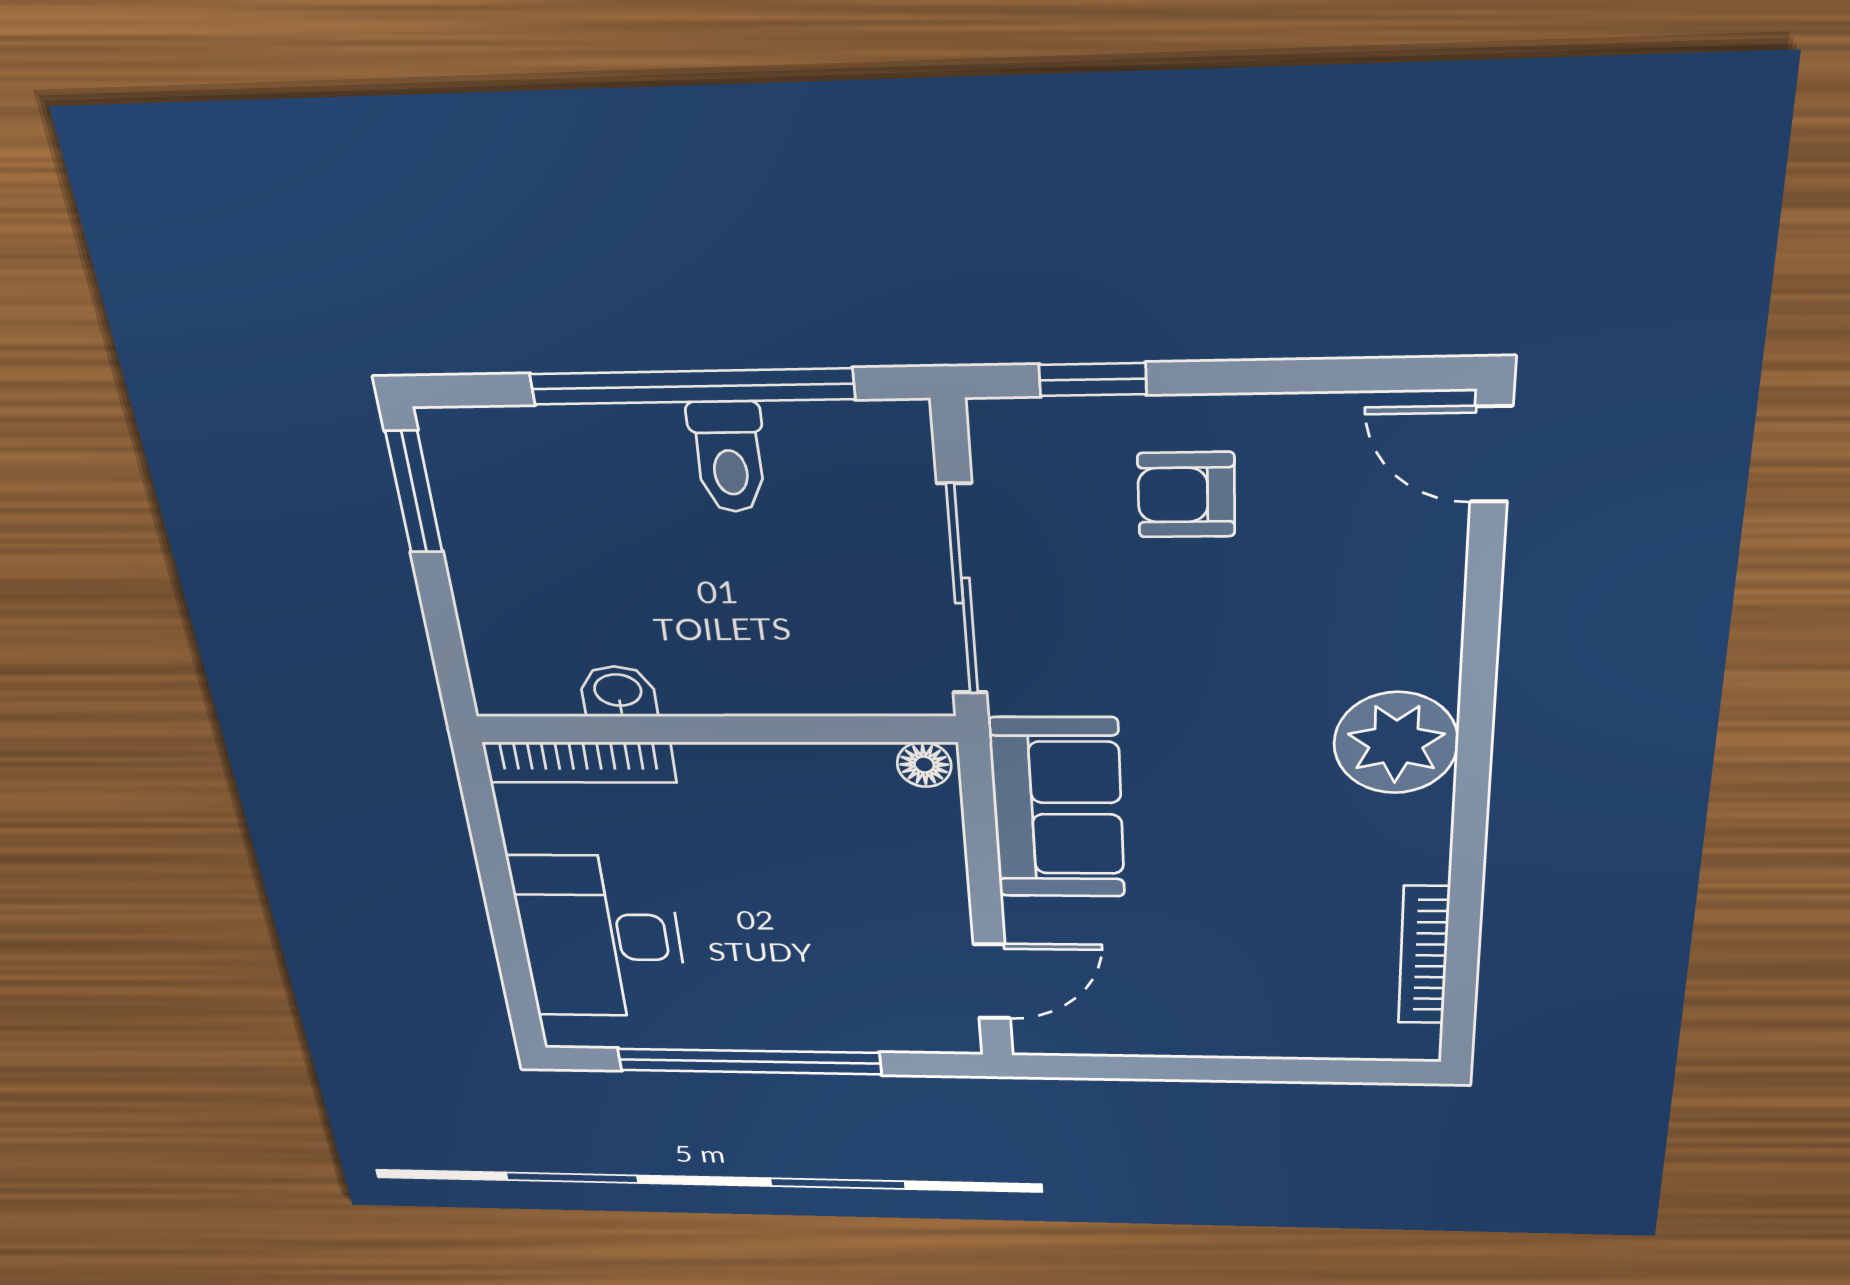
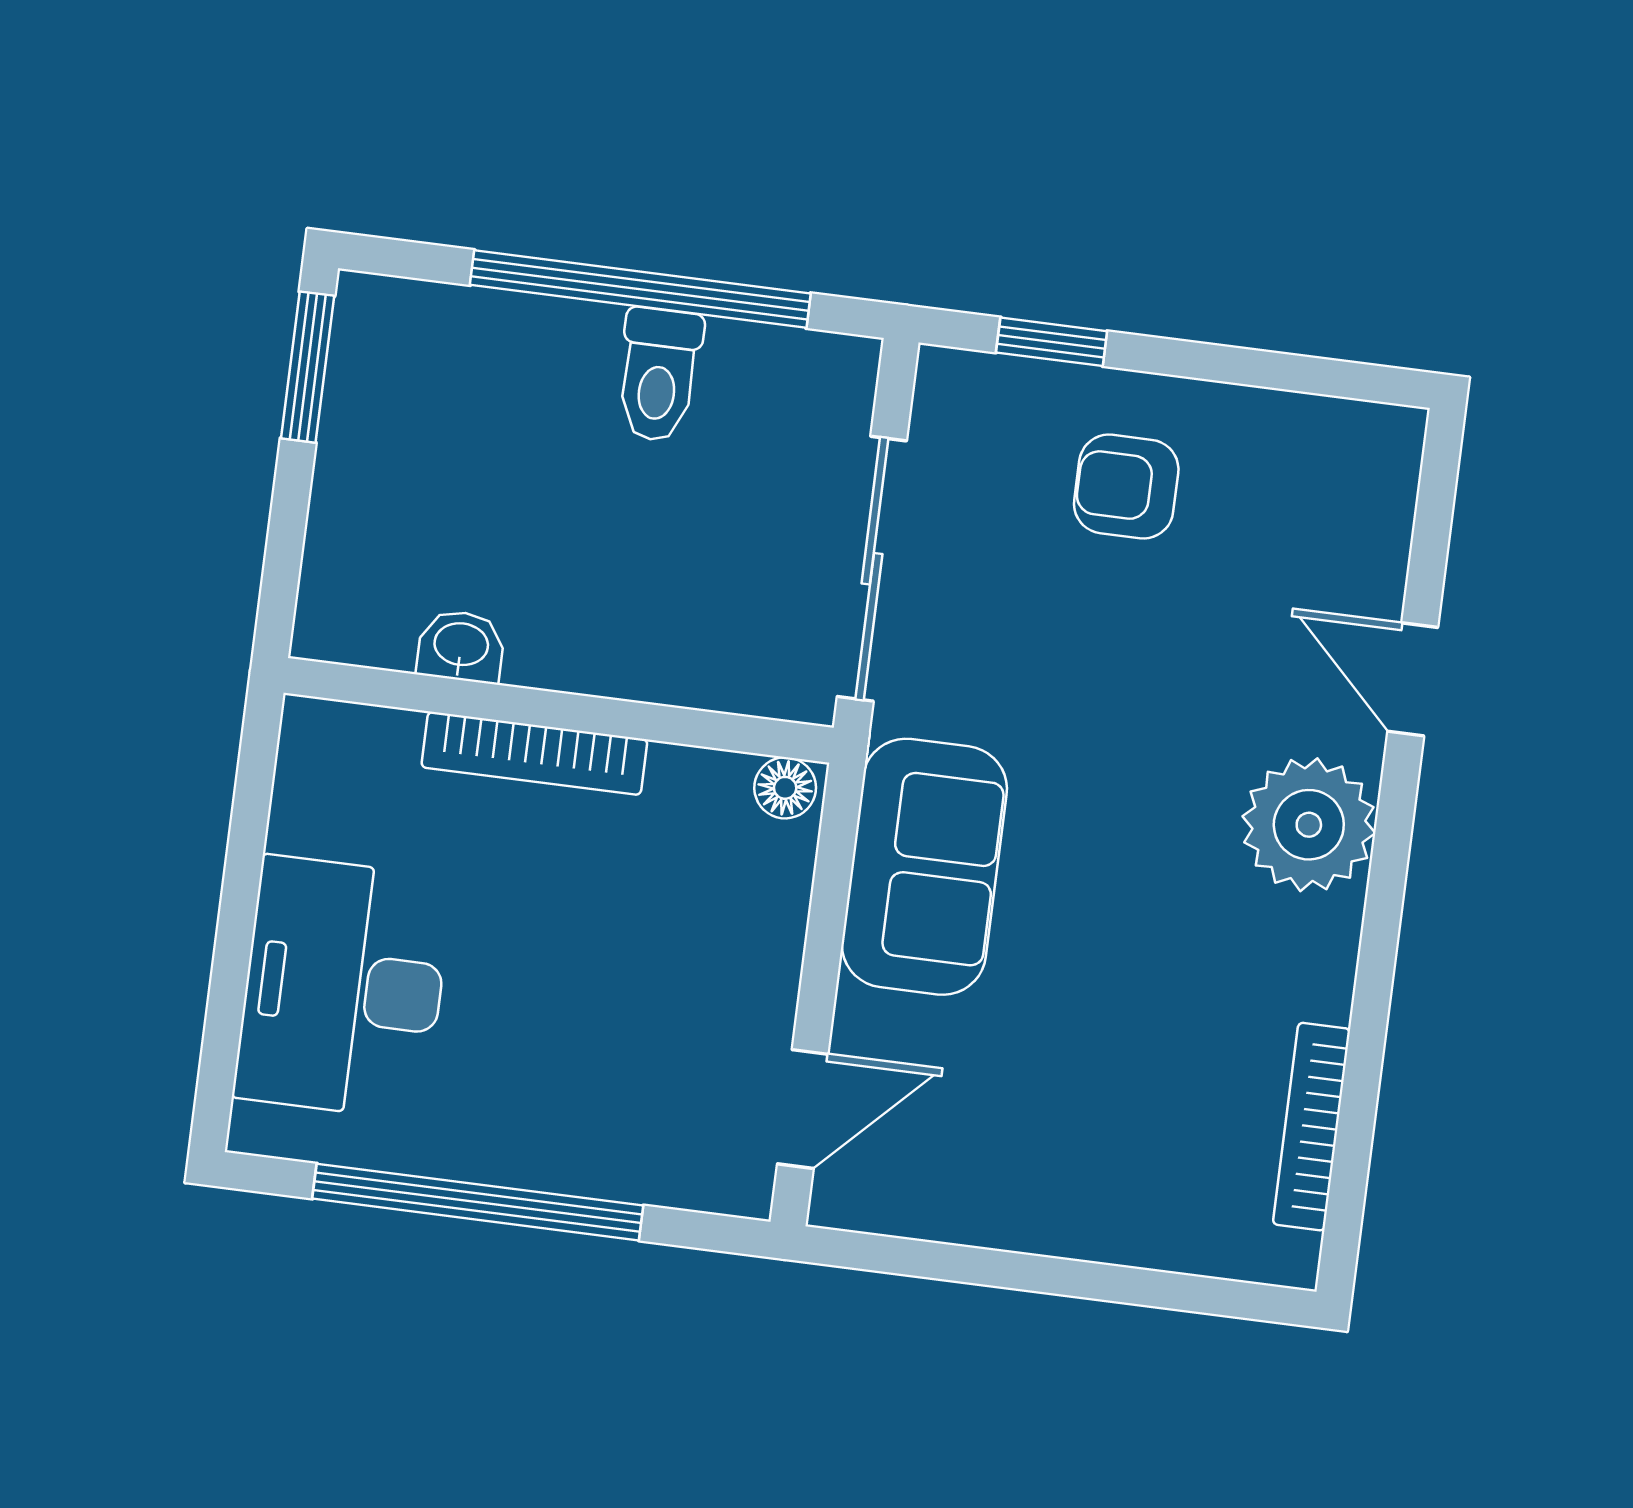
door: (1491, 454) -> (1413, 679), moved
bookcase: (579, 762) -> (534, 753), moved

